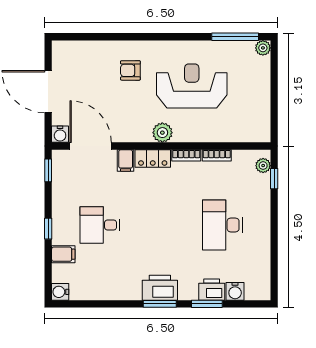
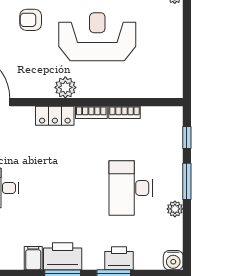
filing cabinet: (126, 160) -> (33, 258), moved, turned 180
plant: (263, 166) -> (175, 209), moved
window: (274, 219) -> (187, 181), added
water cooler: (235, 291) -> (173, 260), moved

